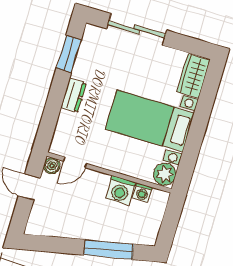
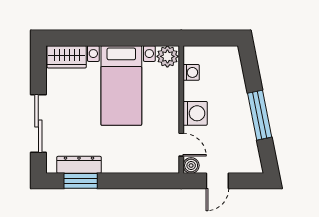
dresser: (73, 95) -> (79, 165), moved, width x1.44
washing machine: (120, 190) -> (195, 113), moved
window: (109, 250) -> (260, 115), moved

